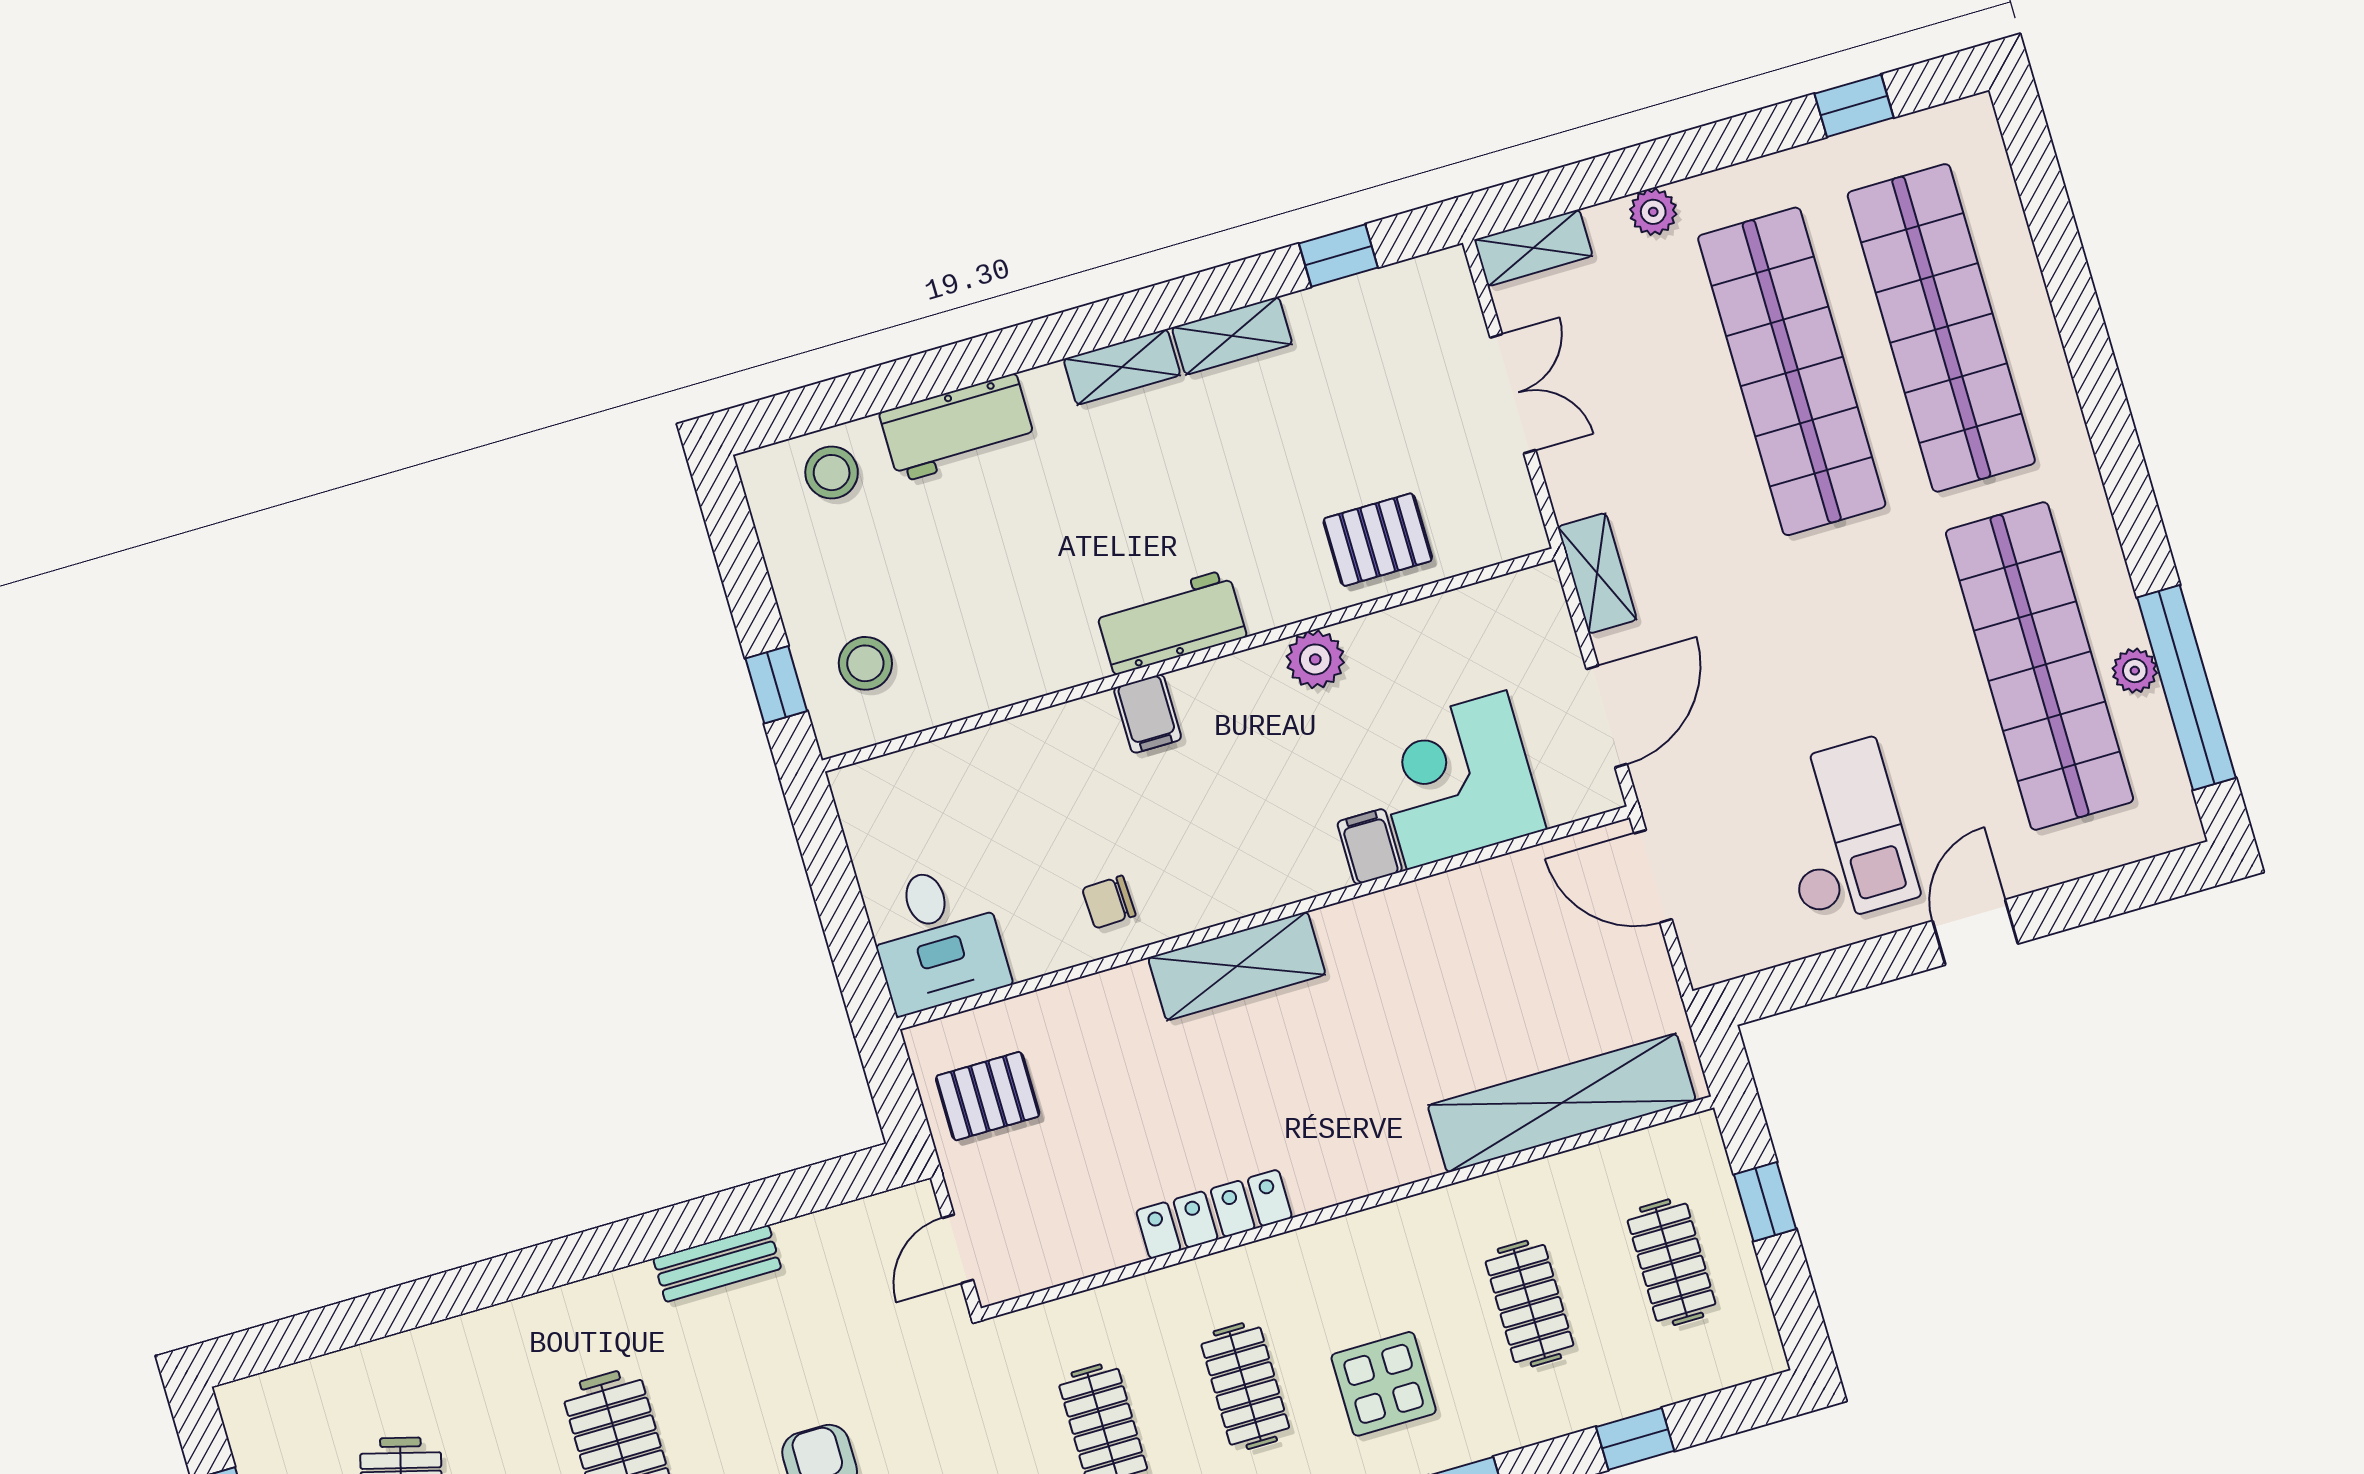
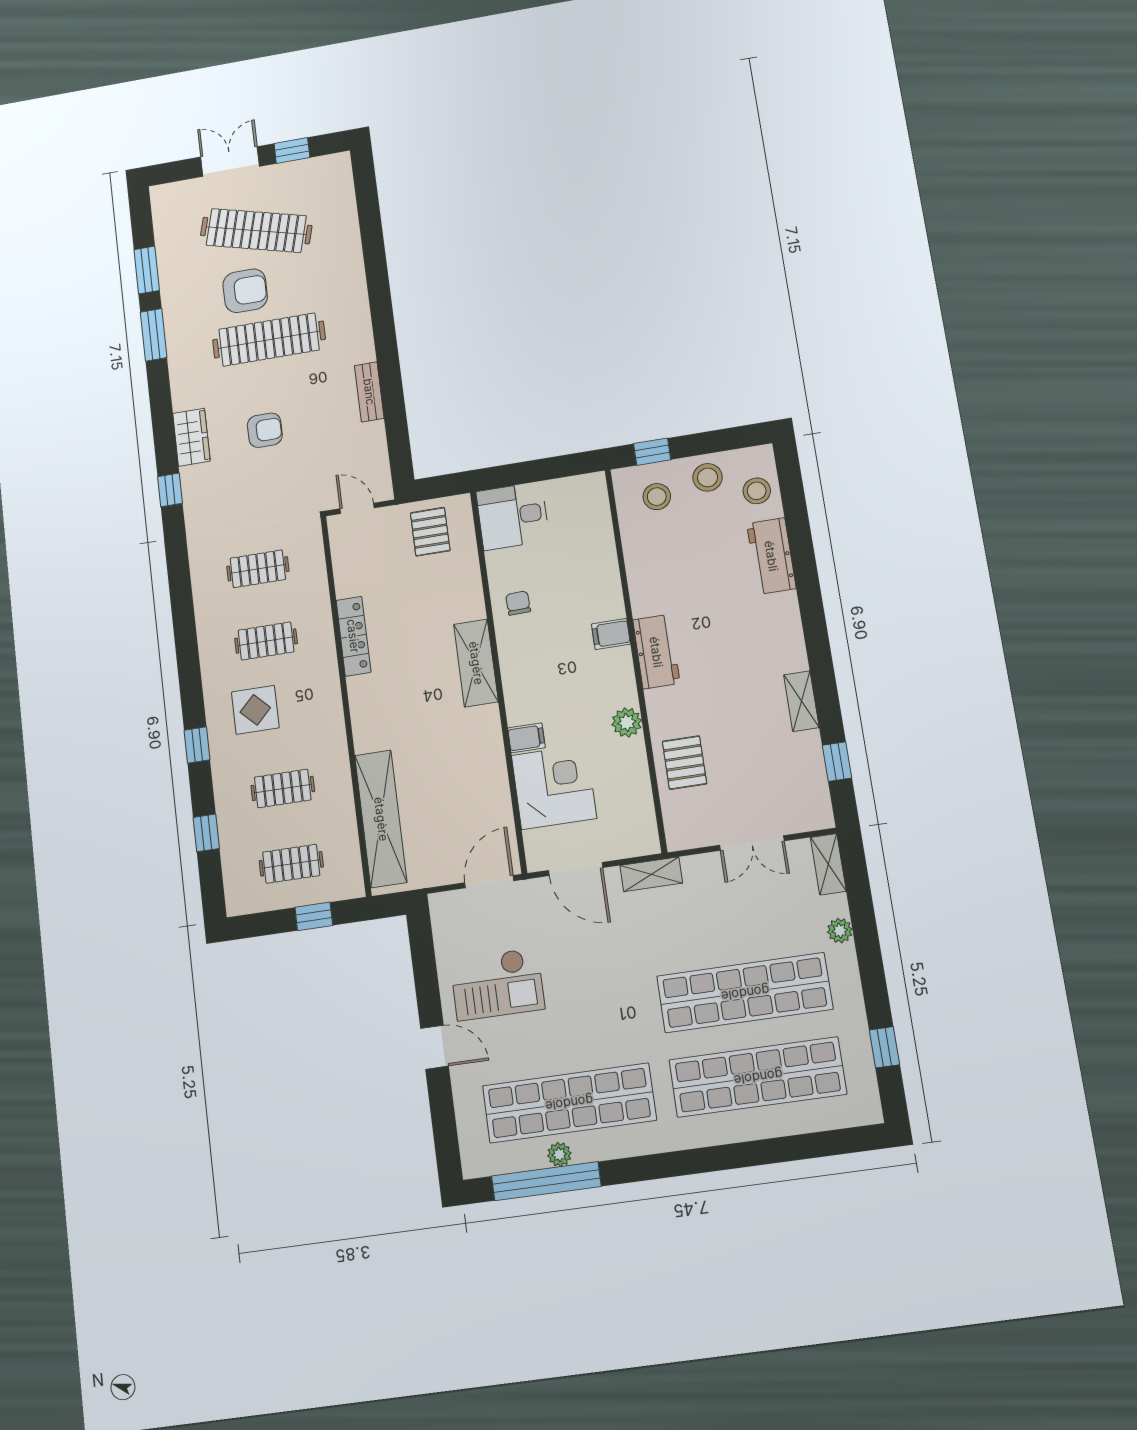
shelving: (1122, 367) -> (792, 643), removed
stool: (816, 571) -> (707, 477), added

